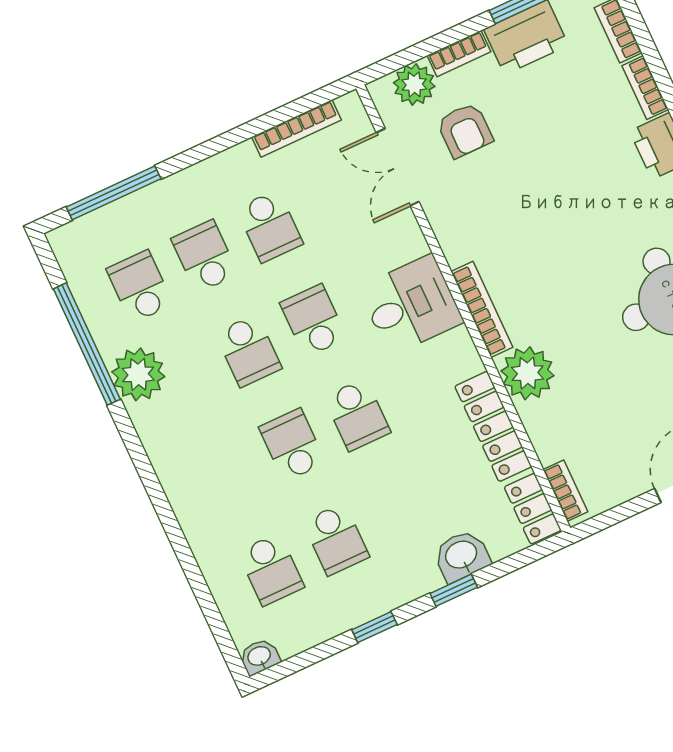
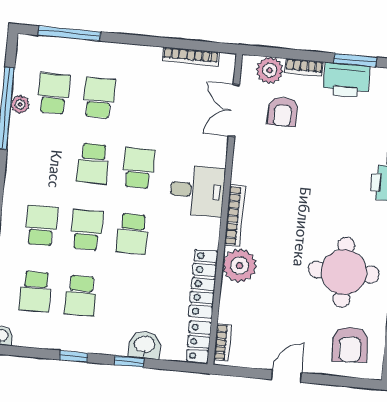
school desk: (270, 226) -> (41, 225), moved, turned 180
plant: (138, 374) -> (20, 104), moved, width x0.53, depth x0.53

